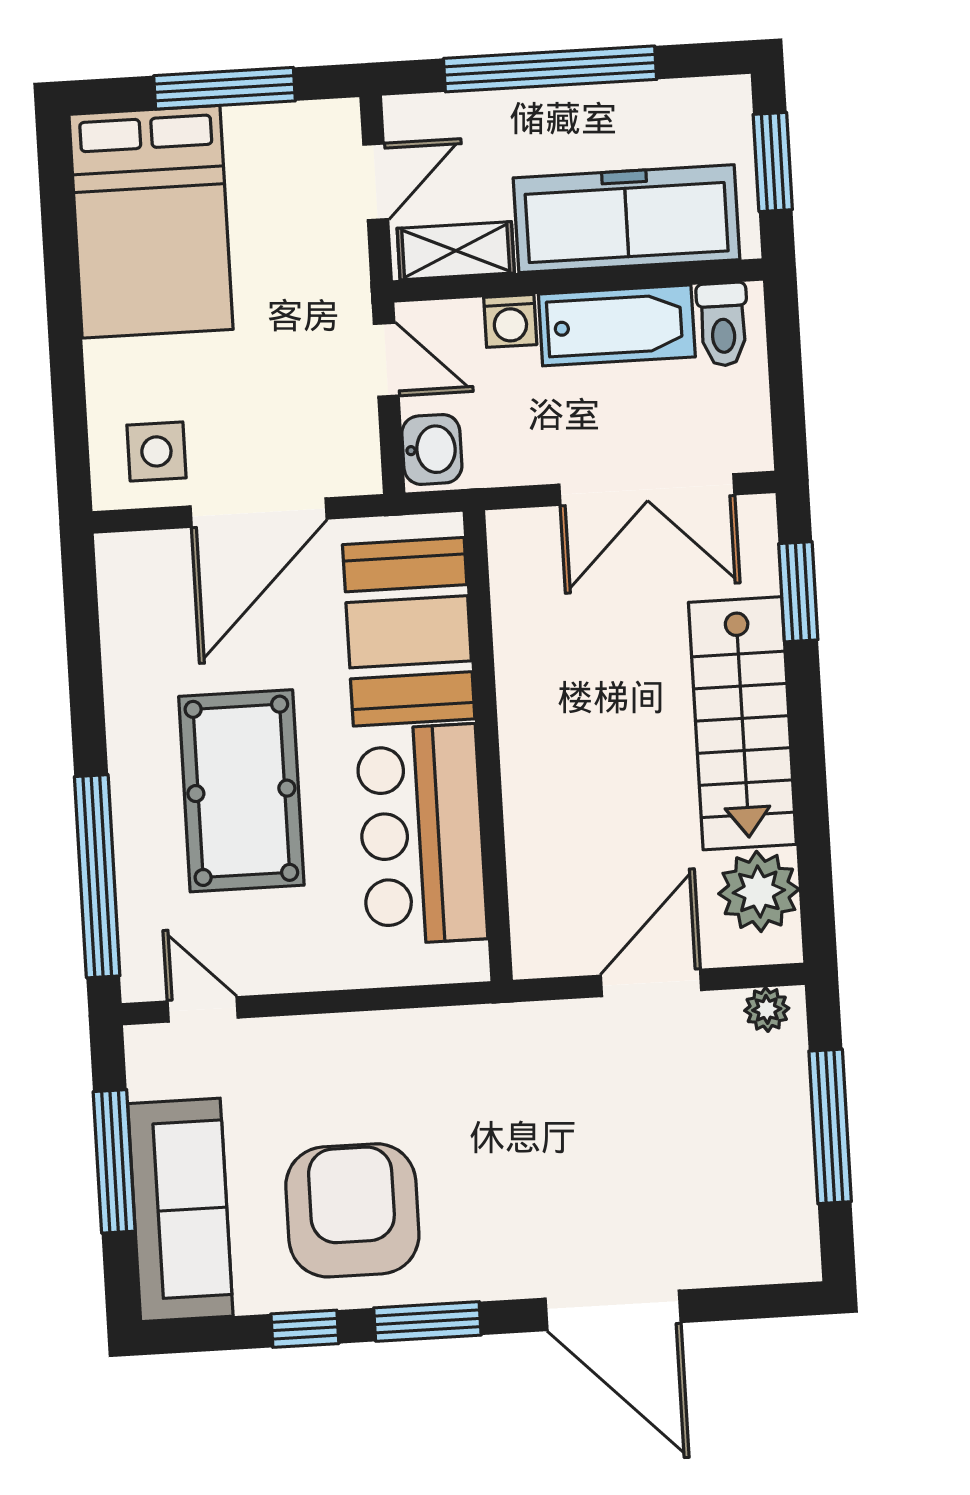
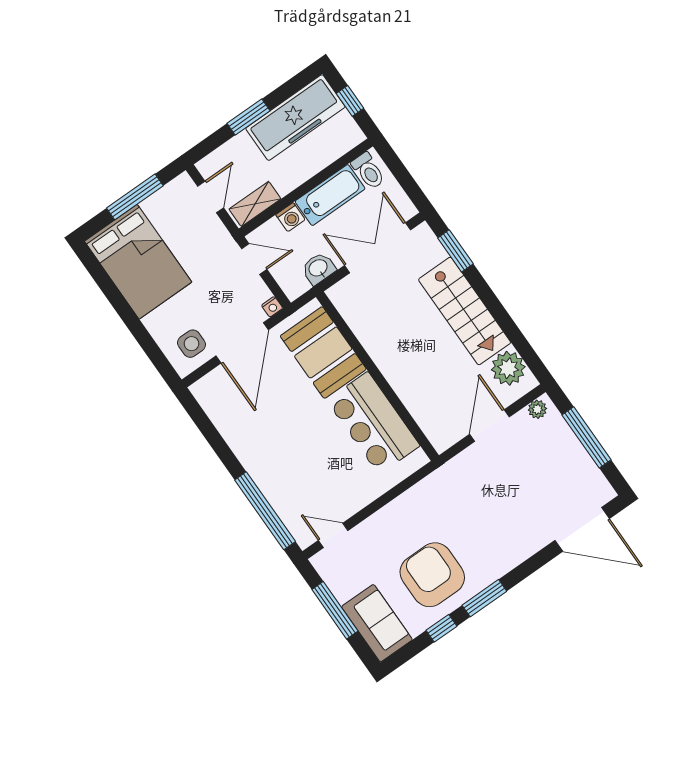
window: (550, 69) -> (248, 117), width x0.47
window: (773, 162) -> (350, 101), width x0.67
freezer: (626, 219) -> (295, 118), moved, turned 180
washbasin: (432, 449) -> (318, 268), moved, turned -90
nightstand: (363, 477) -> (272, 307), added
double door: (647, 489) -> (378, 248), swing flipped
pool table: (241, 791) -> (298, 448), removed
sofa: (180, 1210) -> (377, 623), width x0.73
door: (613, 1310) -> (582, 529), moved

